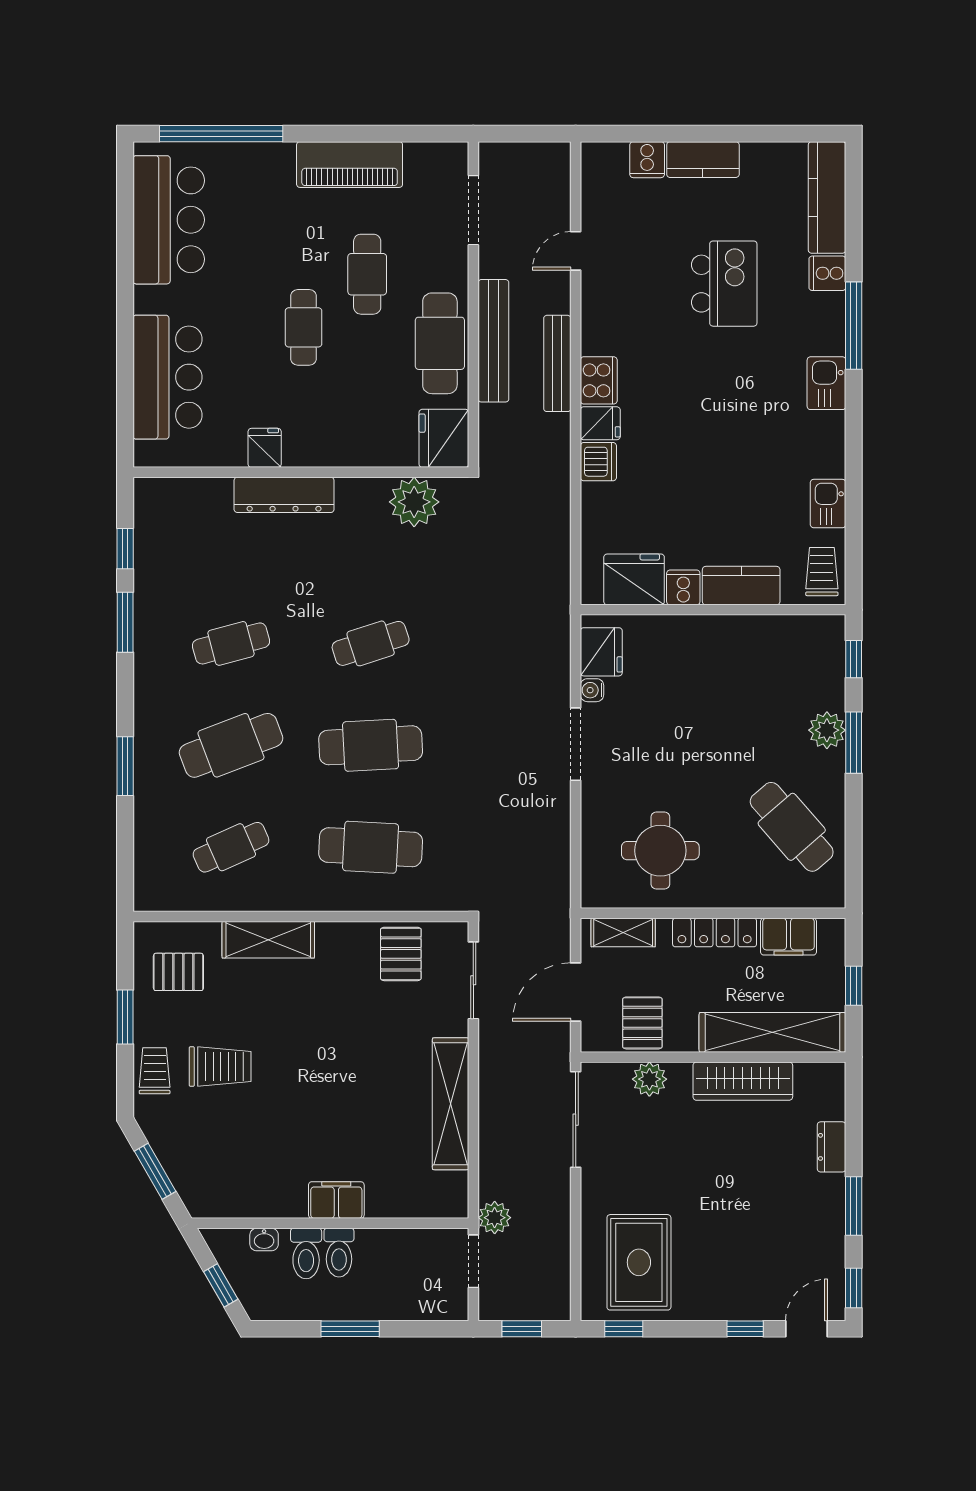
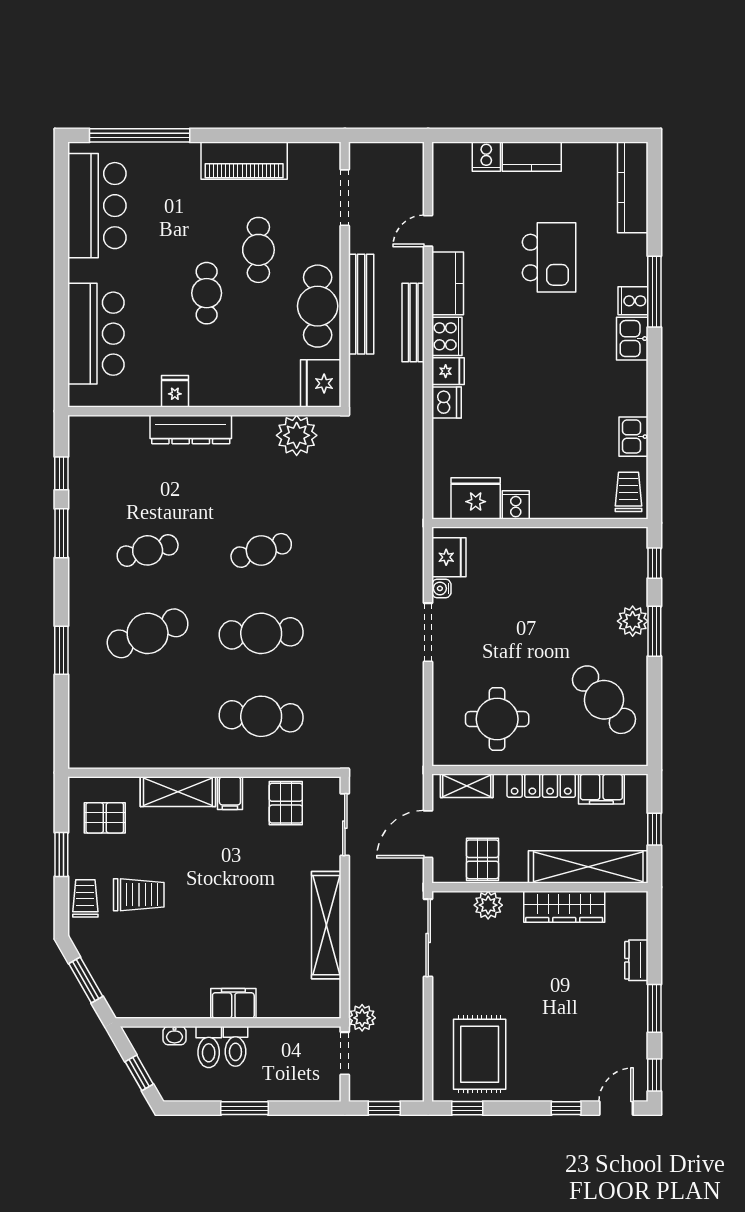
cooker: (827, 273) -> (633, 301), moved
kitchen counter: (741, 586) -> (448, 283), moved, turned 90
cafe table: (231, 847) -> (148, 716), removed
filing cabinet: (332, 942) -> (230, 793), added

